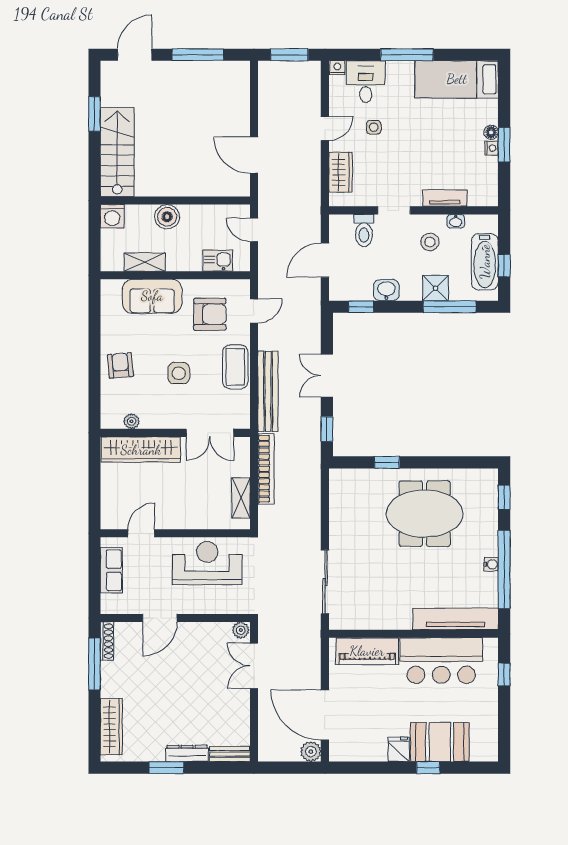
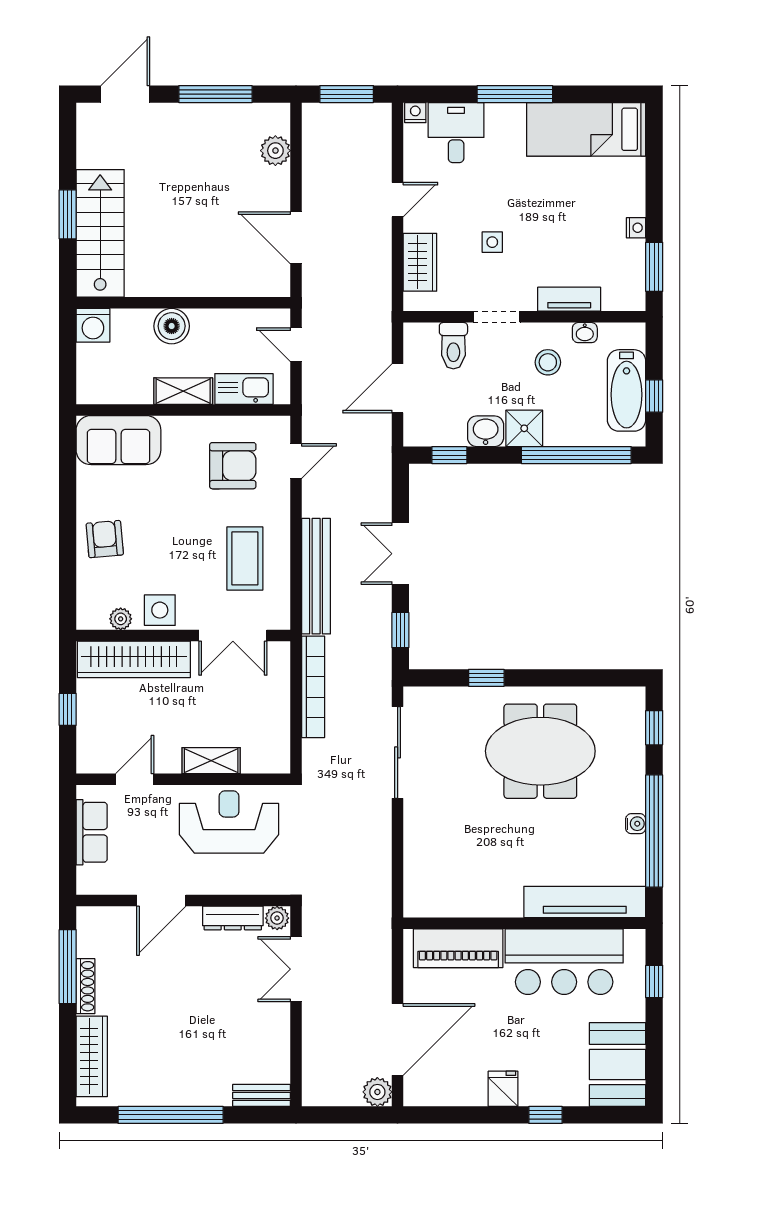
plant: (240, 94) -> (275, 151), added
window: (94, 114) -> (68, 214), moved
side table: (374, 127) -> (492, 242), moved
floor lamp: (491, 132) -> (636, 205), removed
window: (504, 145) -> (654, 267), moved
kitchen sink: (218, 261) -> (244, 389), width x1.38
shelving: (145, 262) -> (183, 391), moved
shower: (436, 288) -> (524, 428), moved
sofa: (152, 296) -> (118, 440), moved
window: (450, 307) -> (576, 455), width x1.46
coffee table: (235, 367) -> (245, 558), moved
side table: (179, 373) -> (160, 610), moved
window: (94, 484) -> (68, 709), added
shelving: (241, 498) -> (211, 761), moved, turned 90
sliding door: (325, 582) -> (398, 752), moved
shoe rack: (107, 641) -> (85, 986), moved
door: (325, 715) -> (398, 1040), swing flipped
booth: (440, 742) -> (618, 1065), moved, turned 90
dresser: (187, 753) -> (233, 918), moved, turned 180
window: (166, 768) -> (171, 1115), width x2.11

